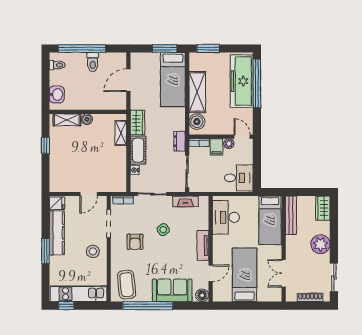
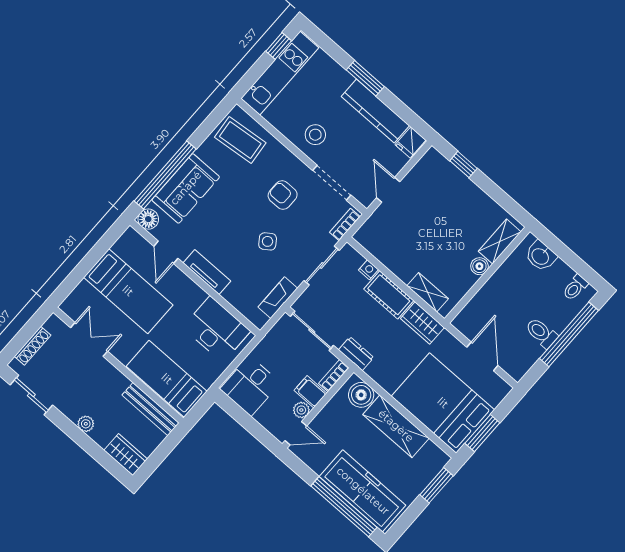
bed: (173, 80) -> (443, 403), width x1.50
window: (45, 145) -> (463, 165), moved
plant: (320, 244) -> (86, 424), width x0.53, depth x0.53
window: (148, 306) -> (165, 175), moved

